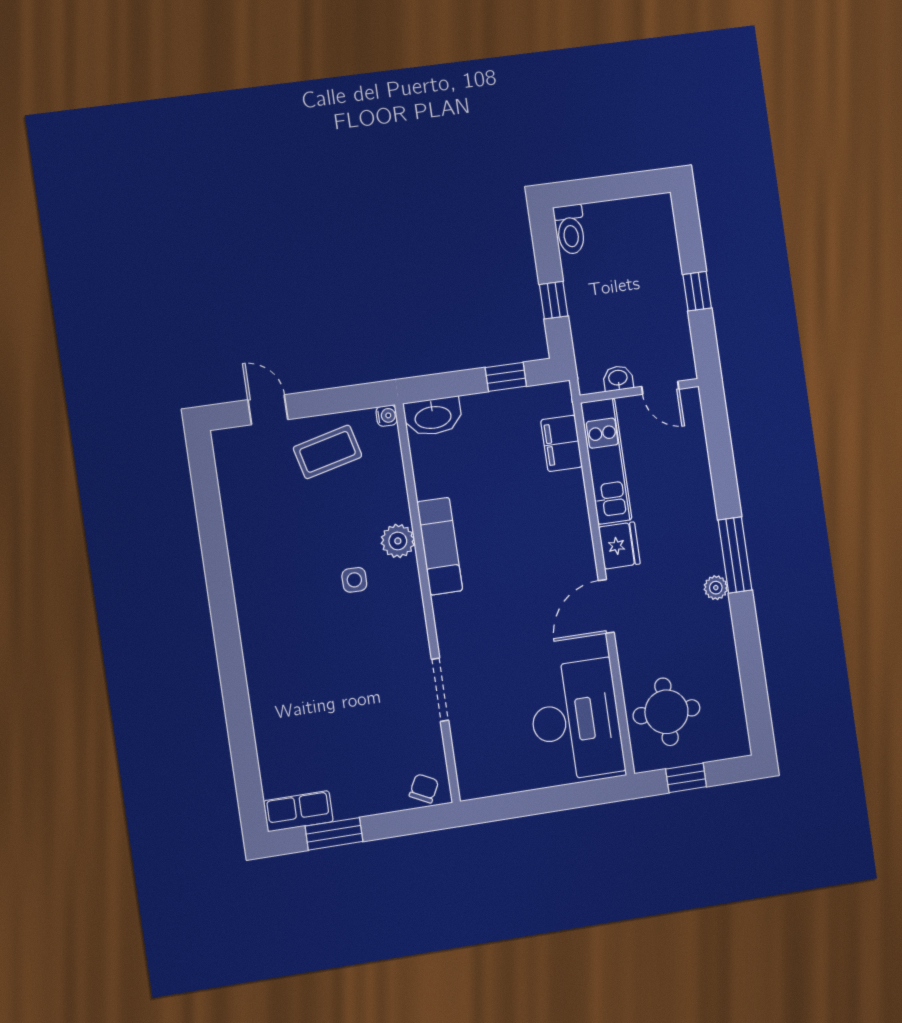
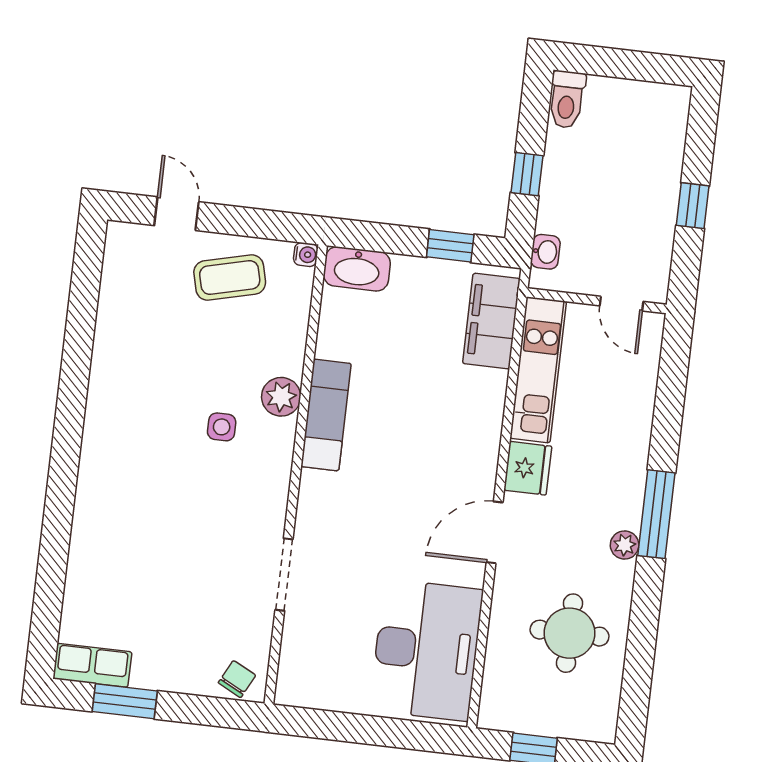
washbasin: (618, 378) -> (545, 252), moved, turned 90
filing cabinet: (562, 443) -> (491, 321), width x1.50, depth x1.17
round table: (667, 712) -> (570, 633), moved

